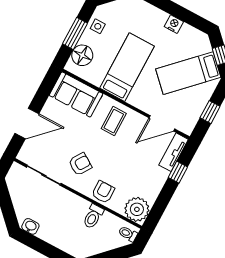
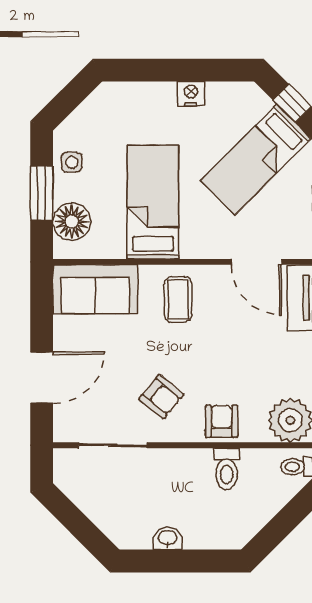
door: (162, 123) -> (257, 262), hinge flipped
armchair: (80, 164) -> (161, 397), turned 97
washbasin: (30, 226) -> (168, 538), moved

